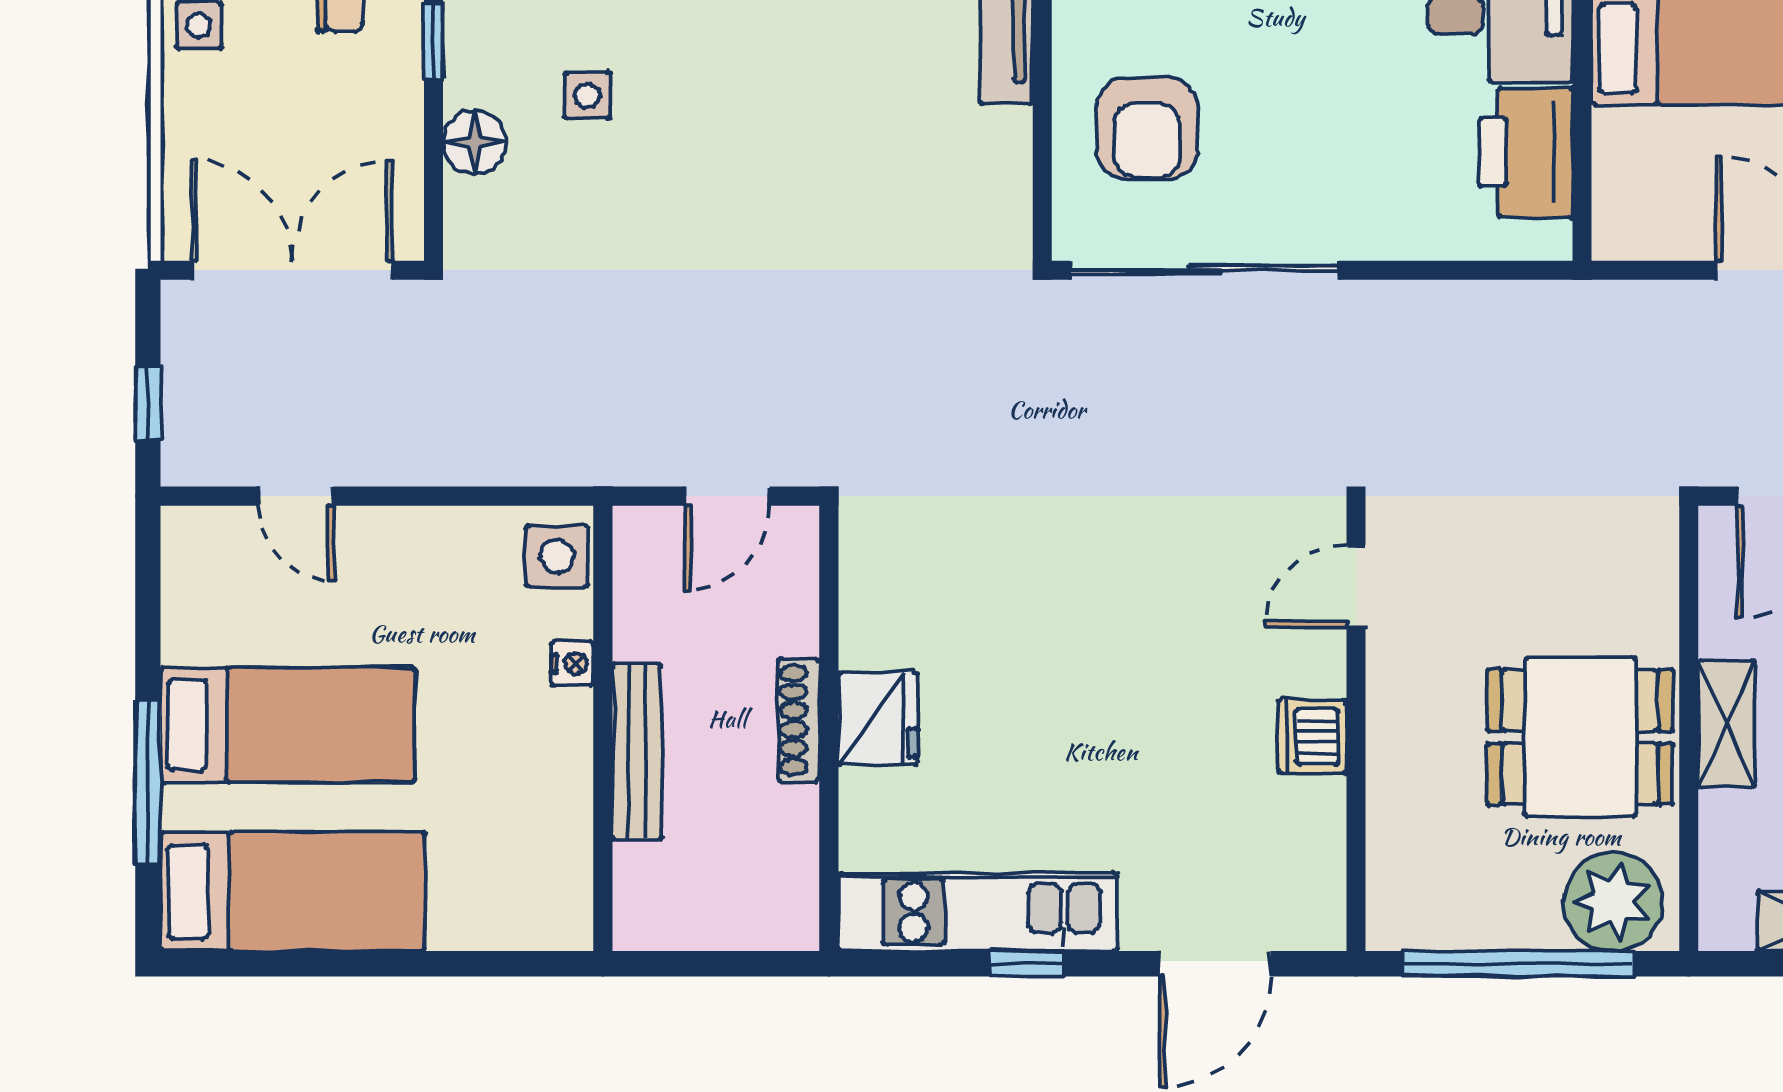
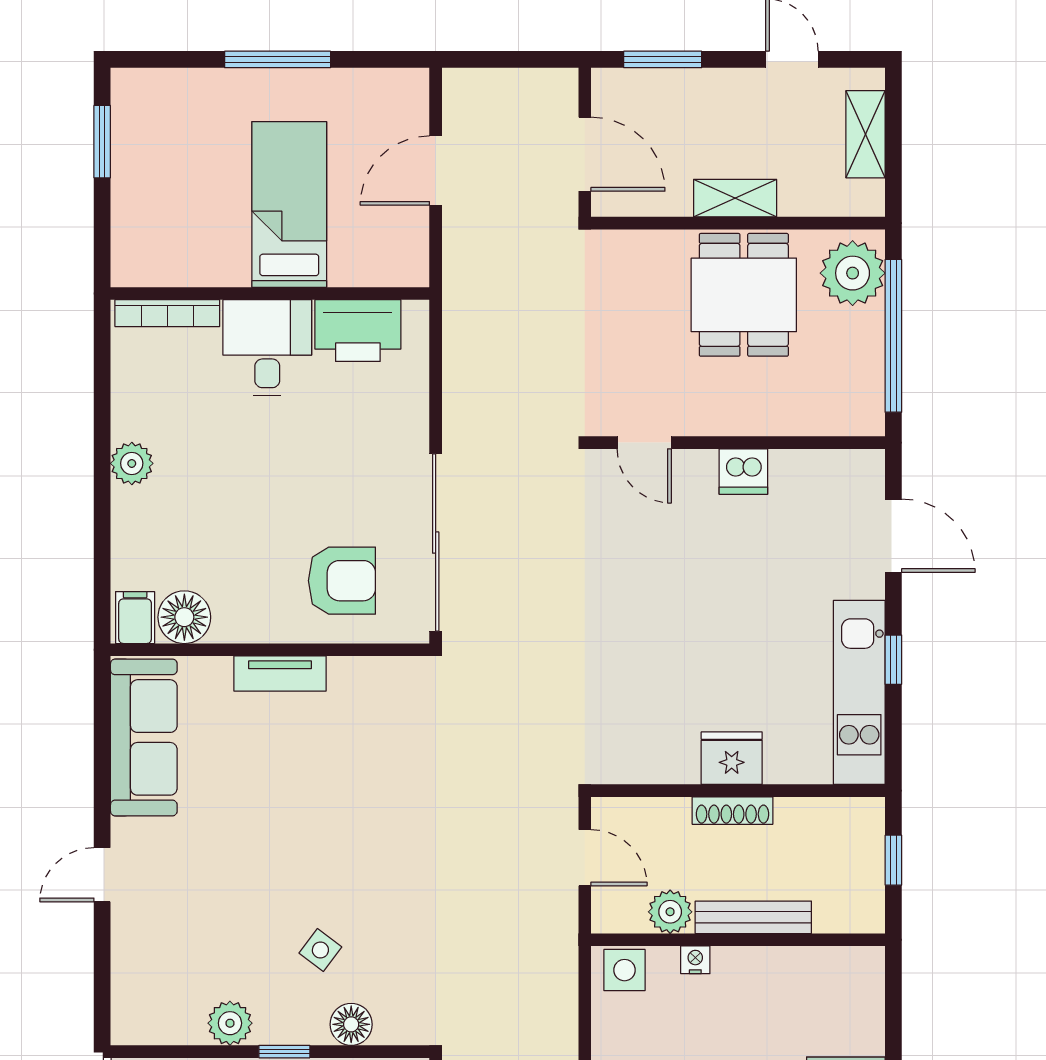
side table: (587, 96) -> (320, 950), turned 37
plant: (645, 625) -> (670, 912), added
window: (724, 964) -> (893, 860), added

